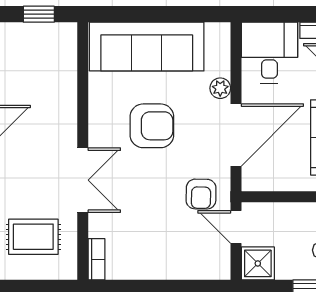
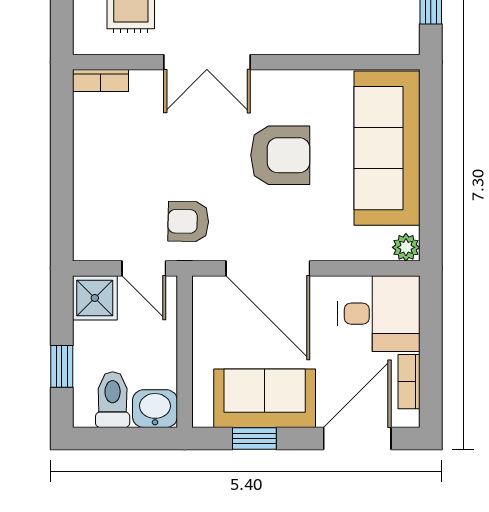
plant: (220, 88) -> (406, 247), moved
armchair: (152, 126) -> (280, 155), turned -90
door: (236, 227) -> (144, 268), swing flipped

